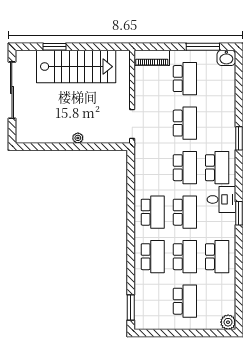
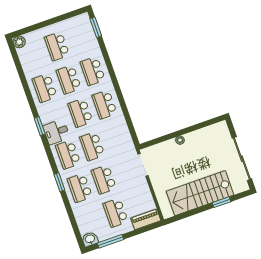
school desk: (217, 123) -> (80, 188), added

